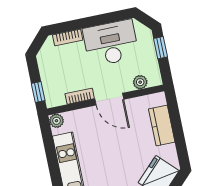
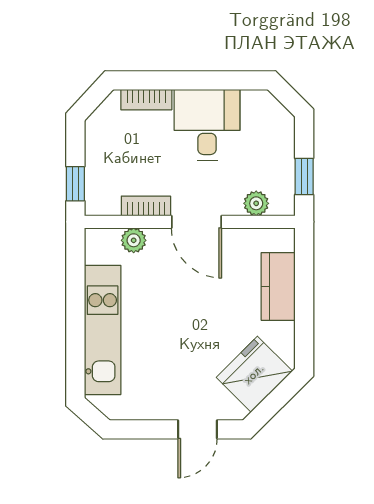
desk: (111, 43) -> (207, 125), width x0.73
window: (161, 48) -> (304, 177), moved
plant: (56, 121) -> (134, 240), moved

